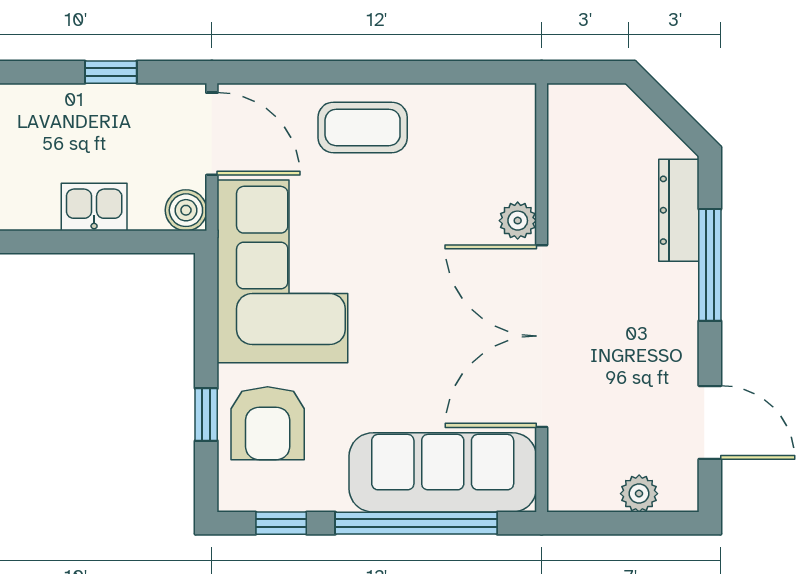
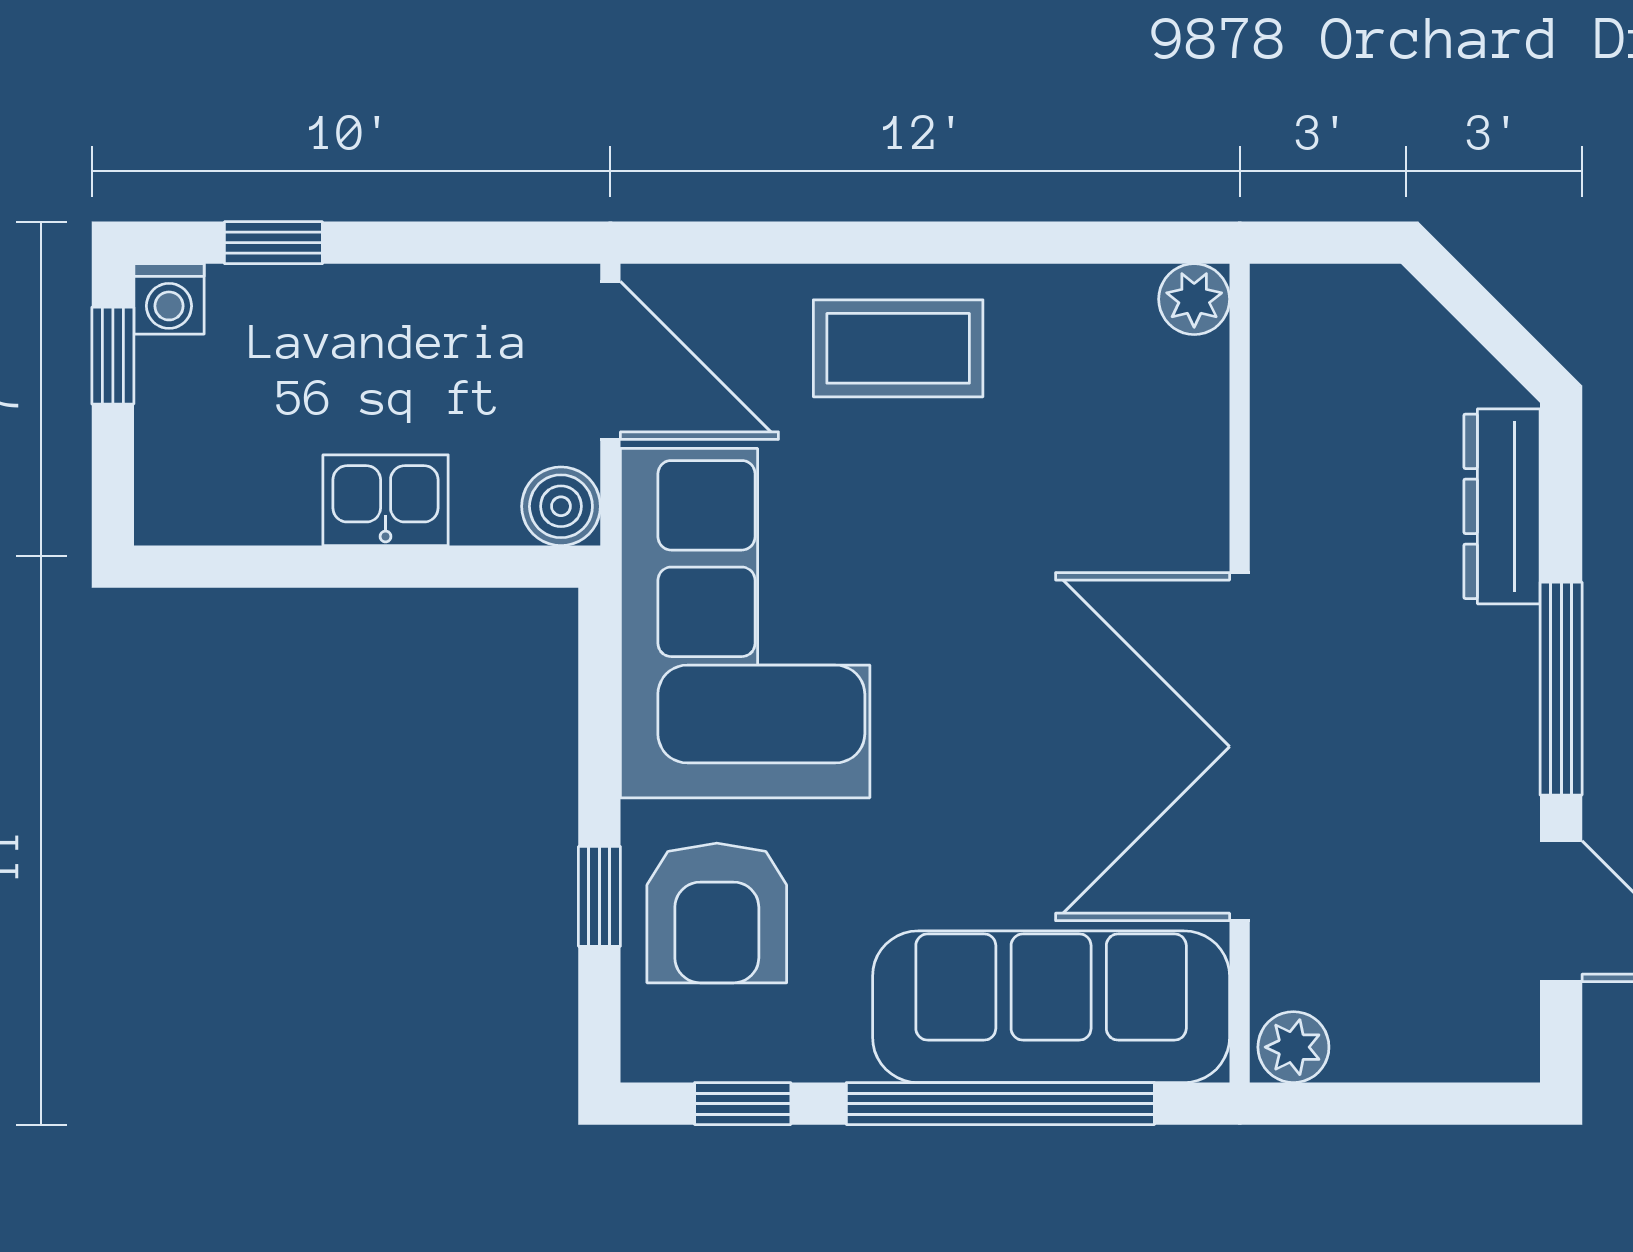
window: (111, 72) -> (273, 243), moved
plant: (518, 221) -> (1194, 299), moved
window: (710, 265) -> (1561, 689), moved
plant: (639, 494) -> (1293, 1047), moved

